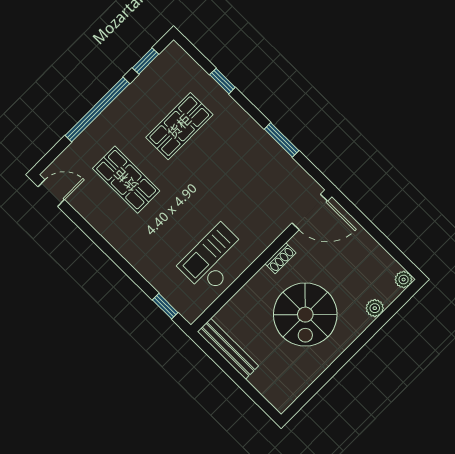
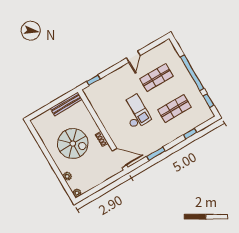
shop shelf: (179, 126) -> (175, 108), turned 90
door: (51, 193) -> (133, 57), moved
door: (310, 212) -> (119, 158), swing flipped
checkout: (214, 259) -> (135, 112), moved
spiral stairs: (305, 315) -> (73, 144), turned 180

